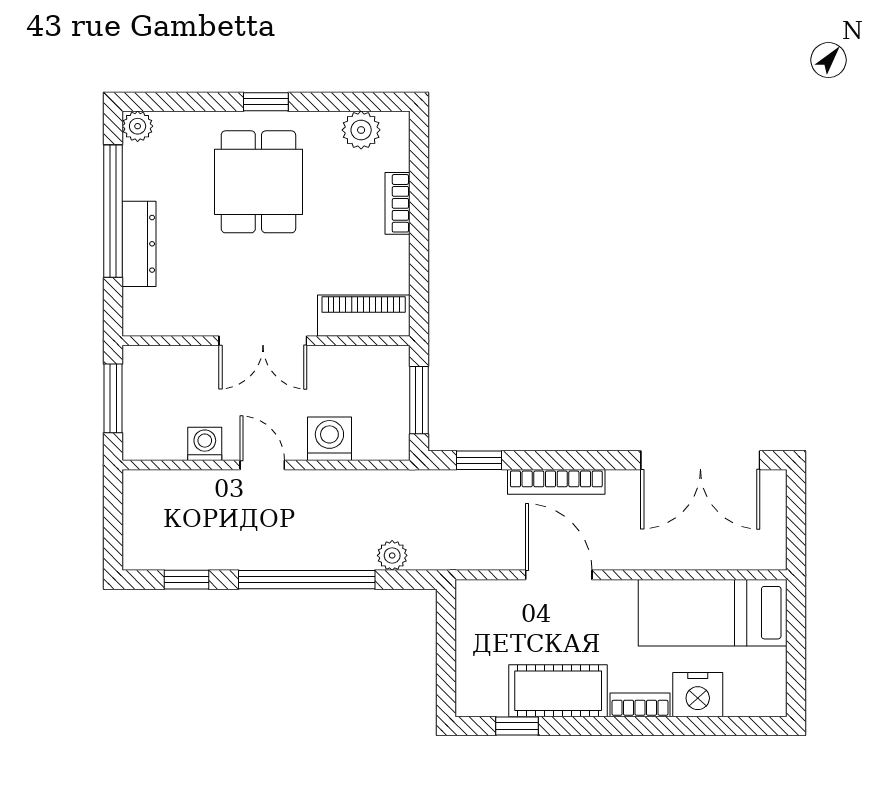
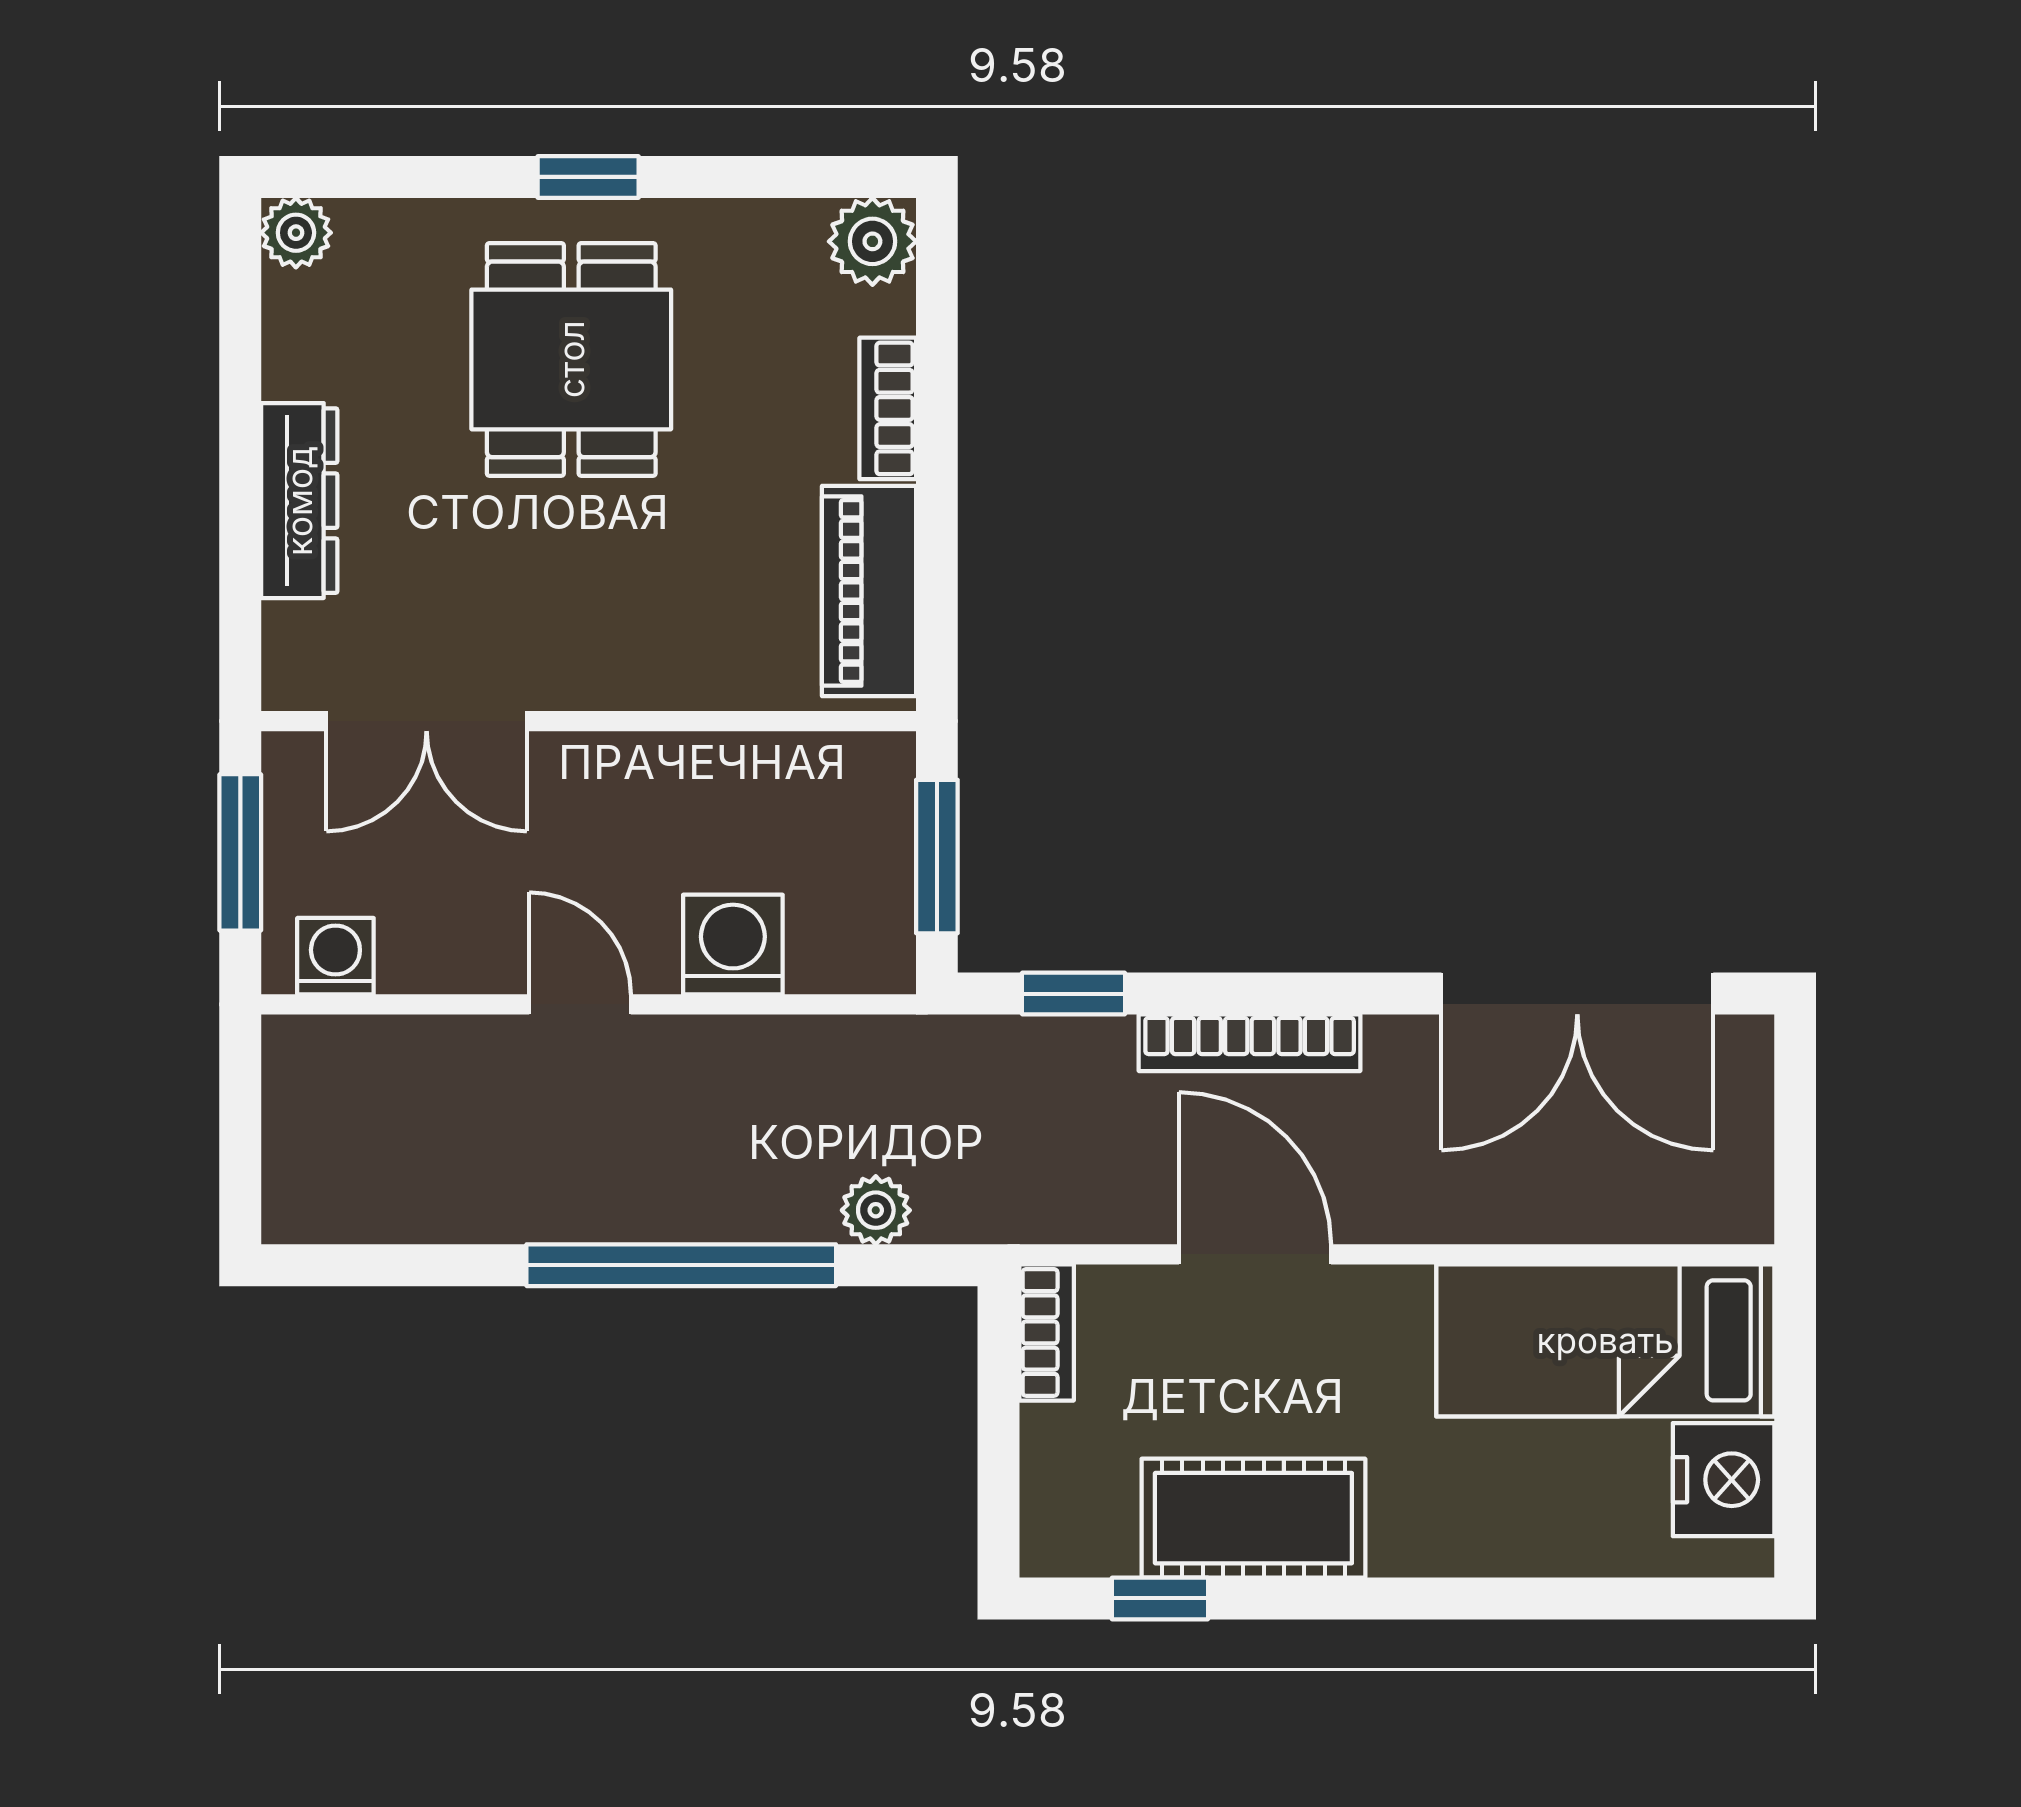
plant: (361, 130) -> (872, 241), moved
window: (113, 211) -> (240, 426), removed
piano: (364, 316) -> (869, 591), moved, turned -90
double door: (263, 341) -> (427, 721), moved
washing machine: (205, 444) -> (335, 956), moved
window: (187, 580) -> (408, 1265), removed
nightstand: (698, 695) -> (1724, 1480), moved, turned -90
bookcase: (640, 705) -> (1047, 1332), moved, turned 90

